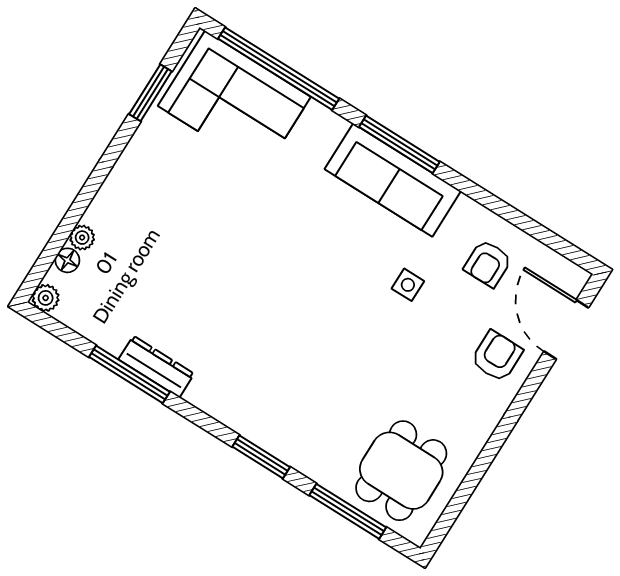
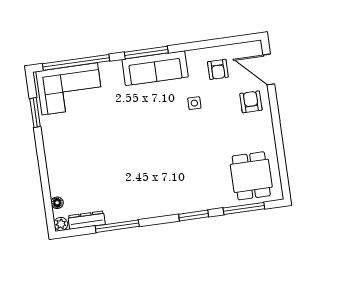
plant: (82, 238) -> (55, 189), removed
dresser: (156, 367) -> (87, 220), moved

